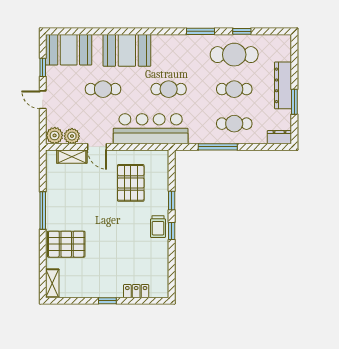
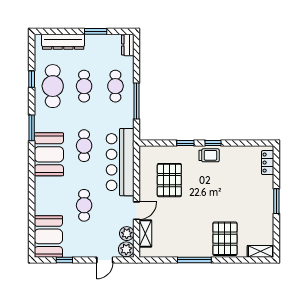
window: (200, 31) -> (32, 128), moved
booth: (127, 50) -> (49, 154), moved
dresser: (283, 85) -> (63, 42), moved
door: (43, 100) -> (105, 260), moved
pallet: (131, 183) -> (169, 180), turned 90
locker: (136, 291) -> (268, 163), moved
window: (107, 301) -> (276, 201), width x1.50

